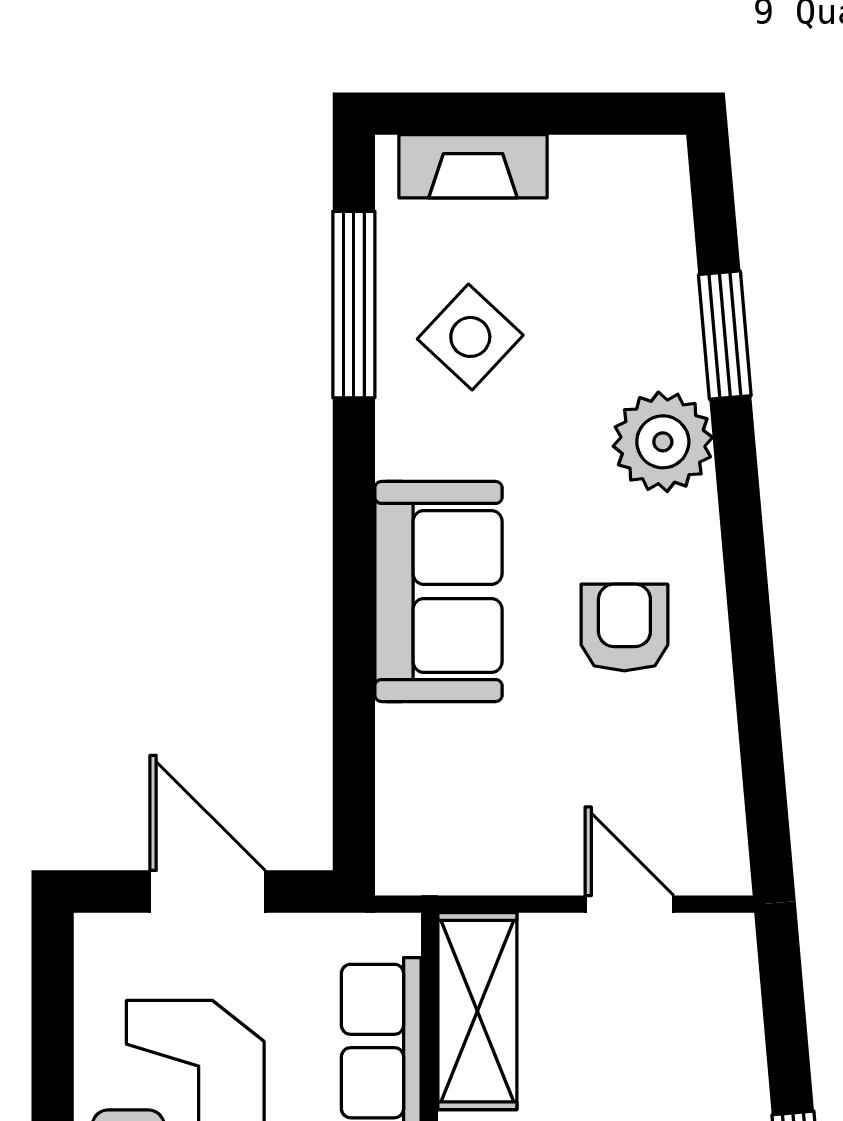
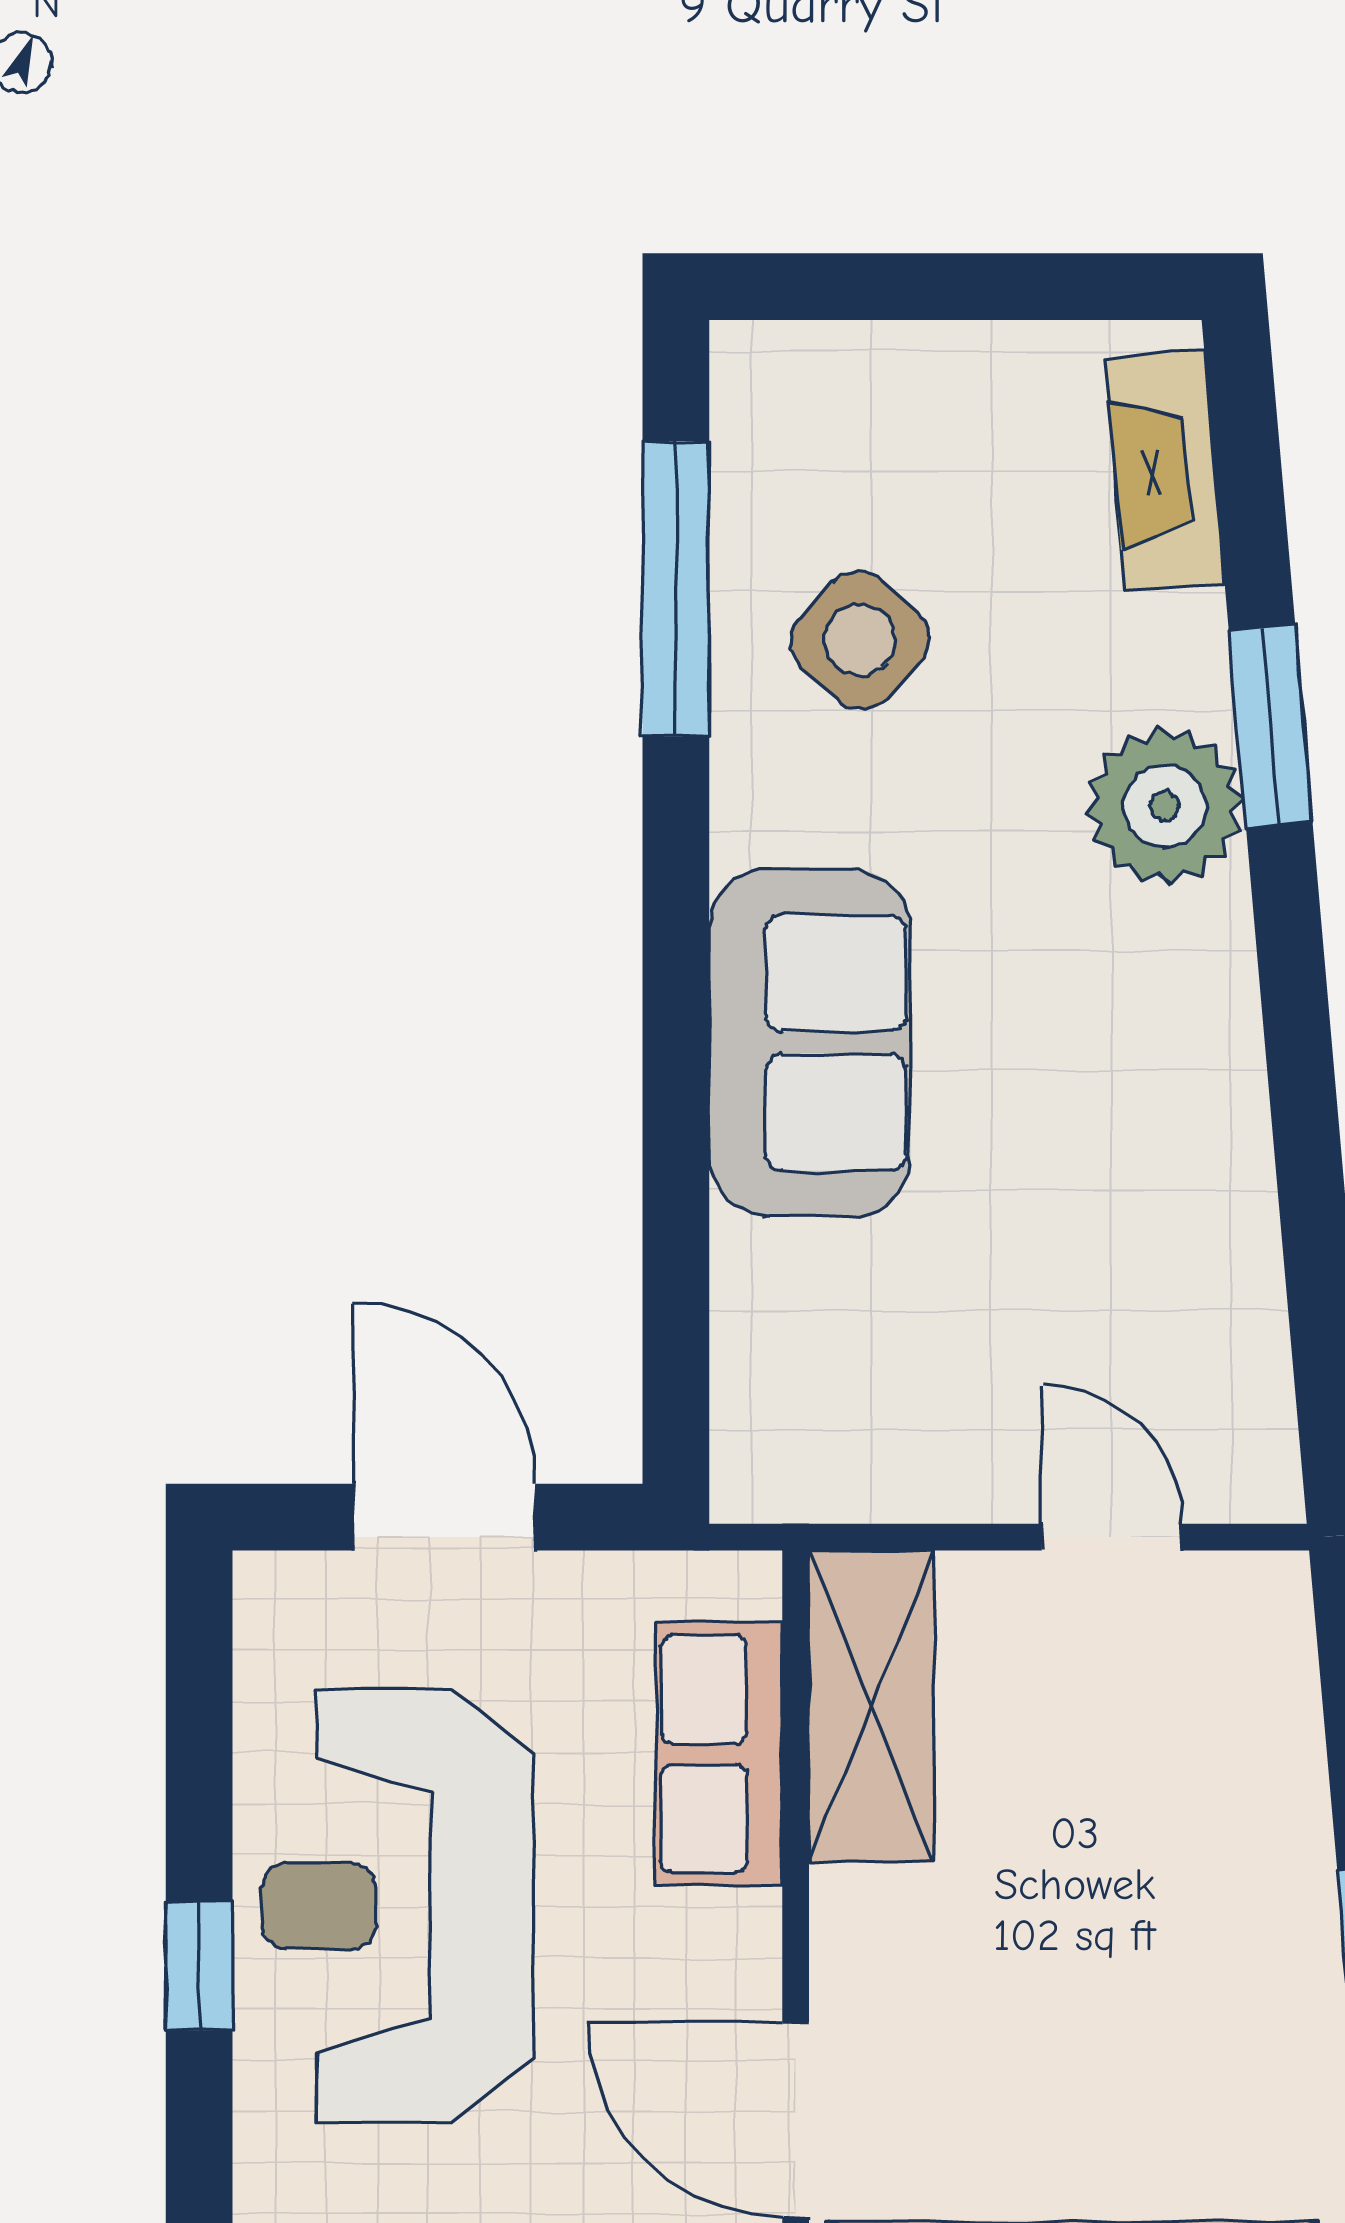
fireplace: (473, 166) -> (1165, 471), moved, turned 85
window: (725, 335) -> (1271, 726), moved
armchair: (624, 628) -> (1104, 1100), removed

